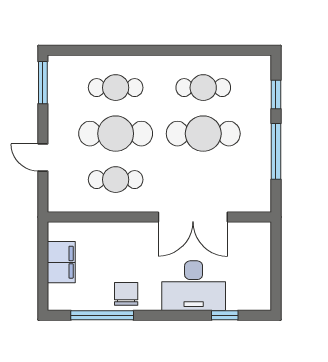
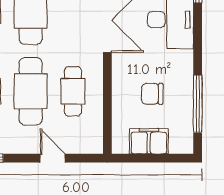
door: (43, 158) -> (53, 158), swing flipped
chair: (126, 294) -> (152, 94), moved

